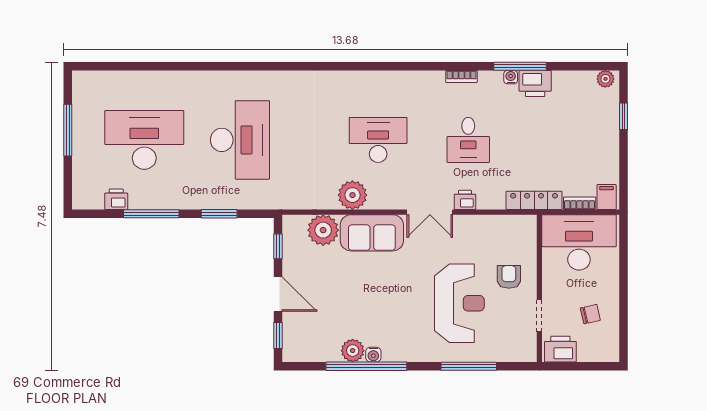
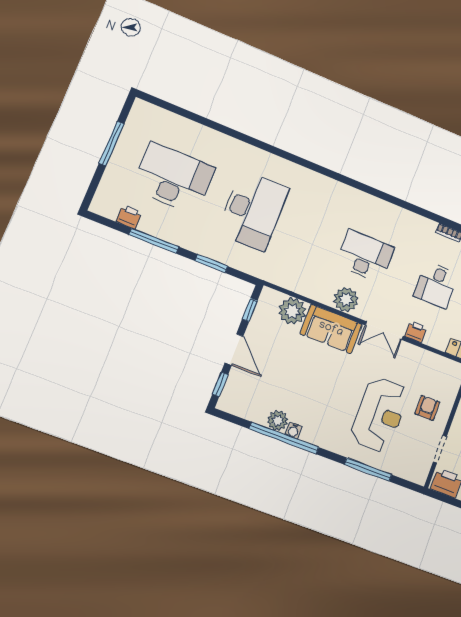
plant: (352, 195) -> (346, 300), moved

